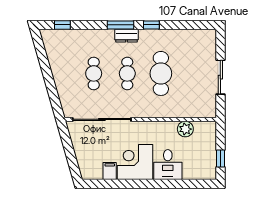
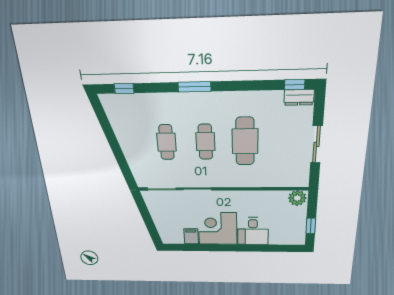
window: (151, 25) -> (295, 85), moved
dresser: (127, 36) -> (299, 97), moved
plant: (185, 129) -> (297, 198), moved

